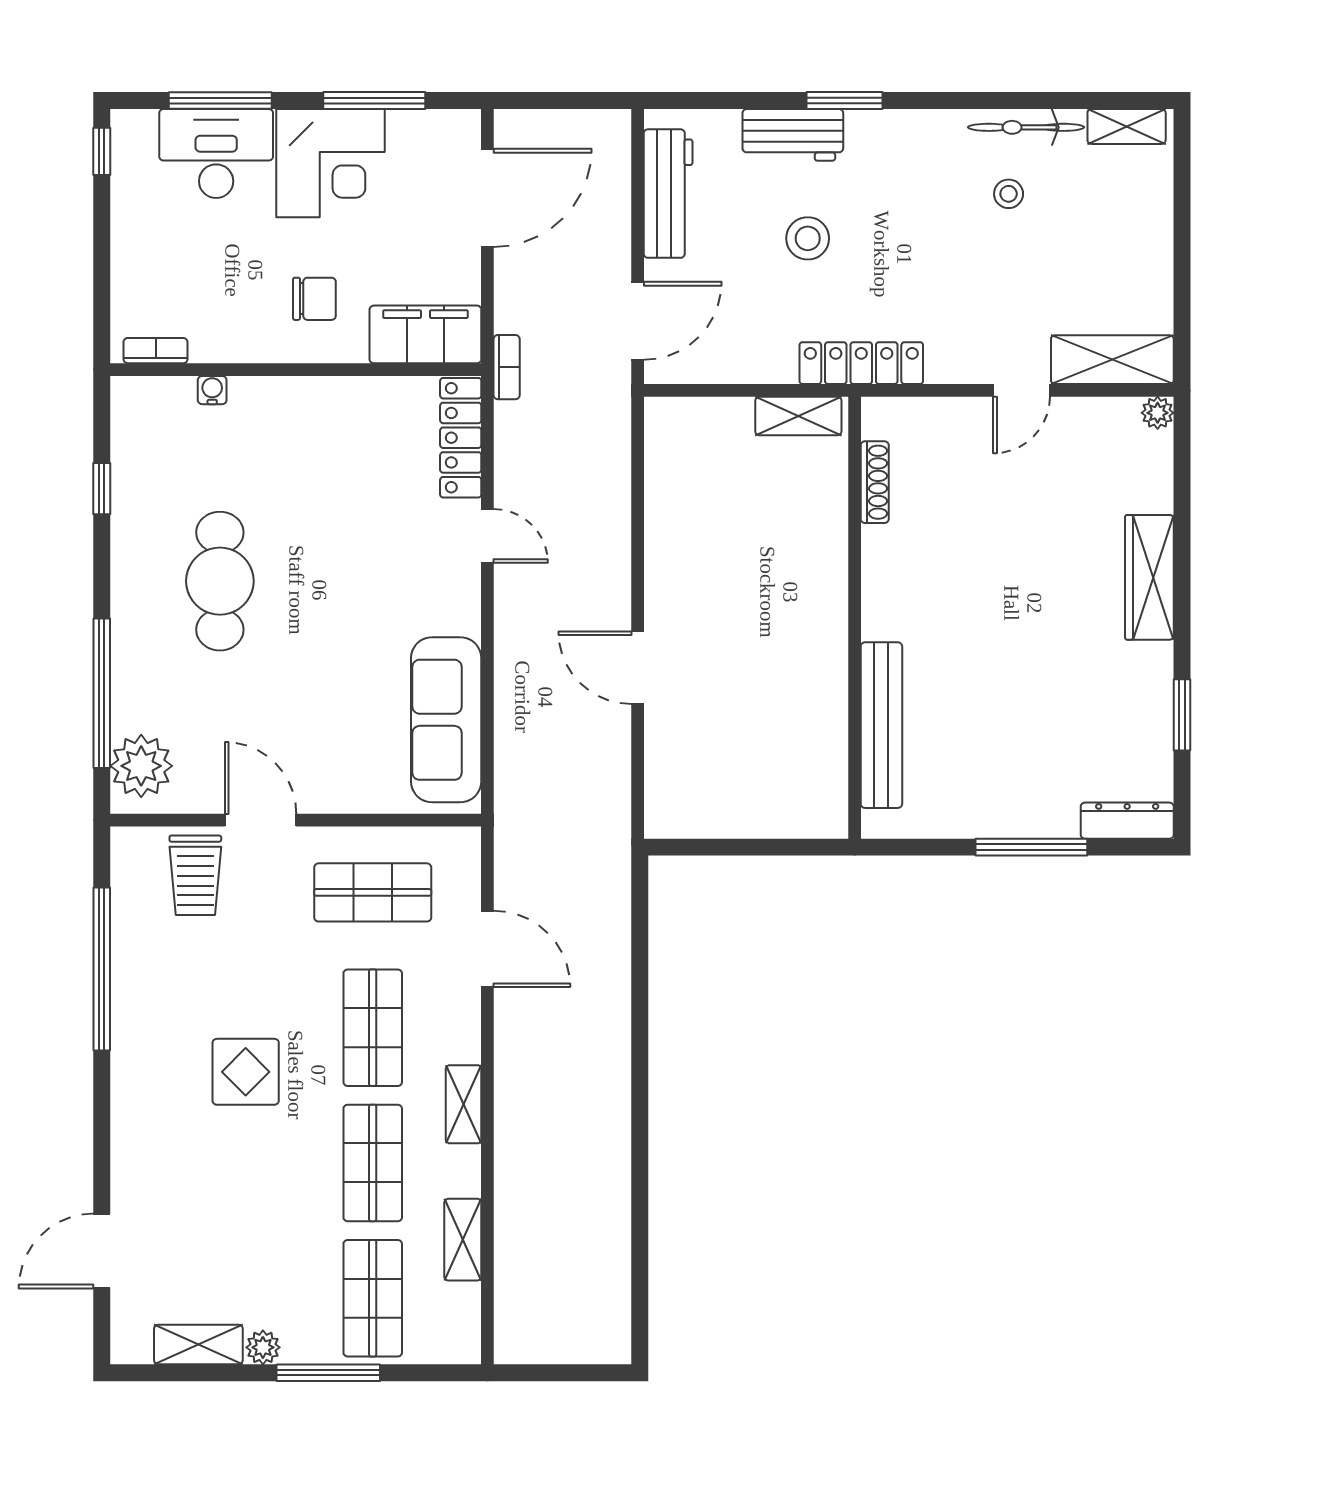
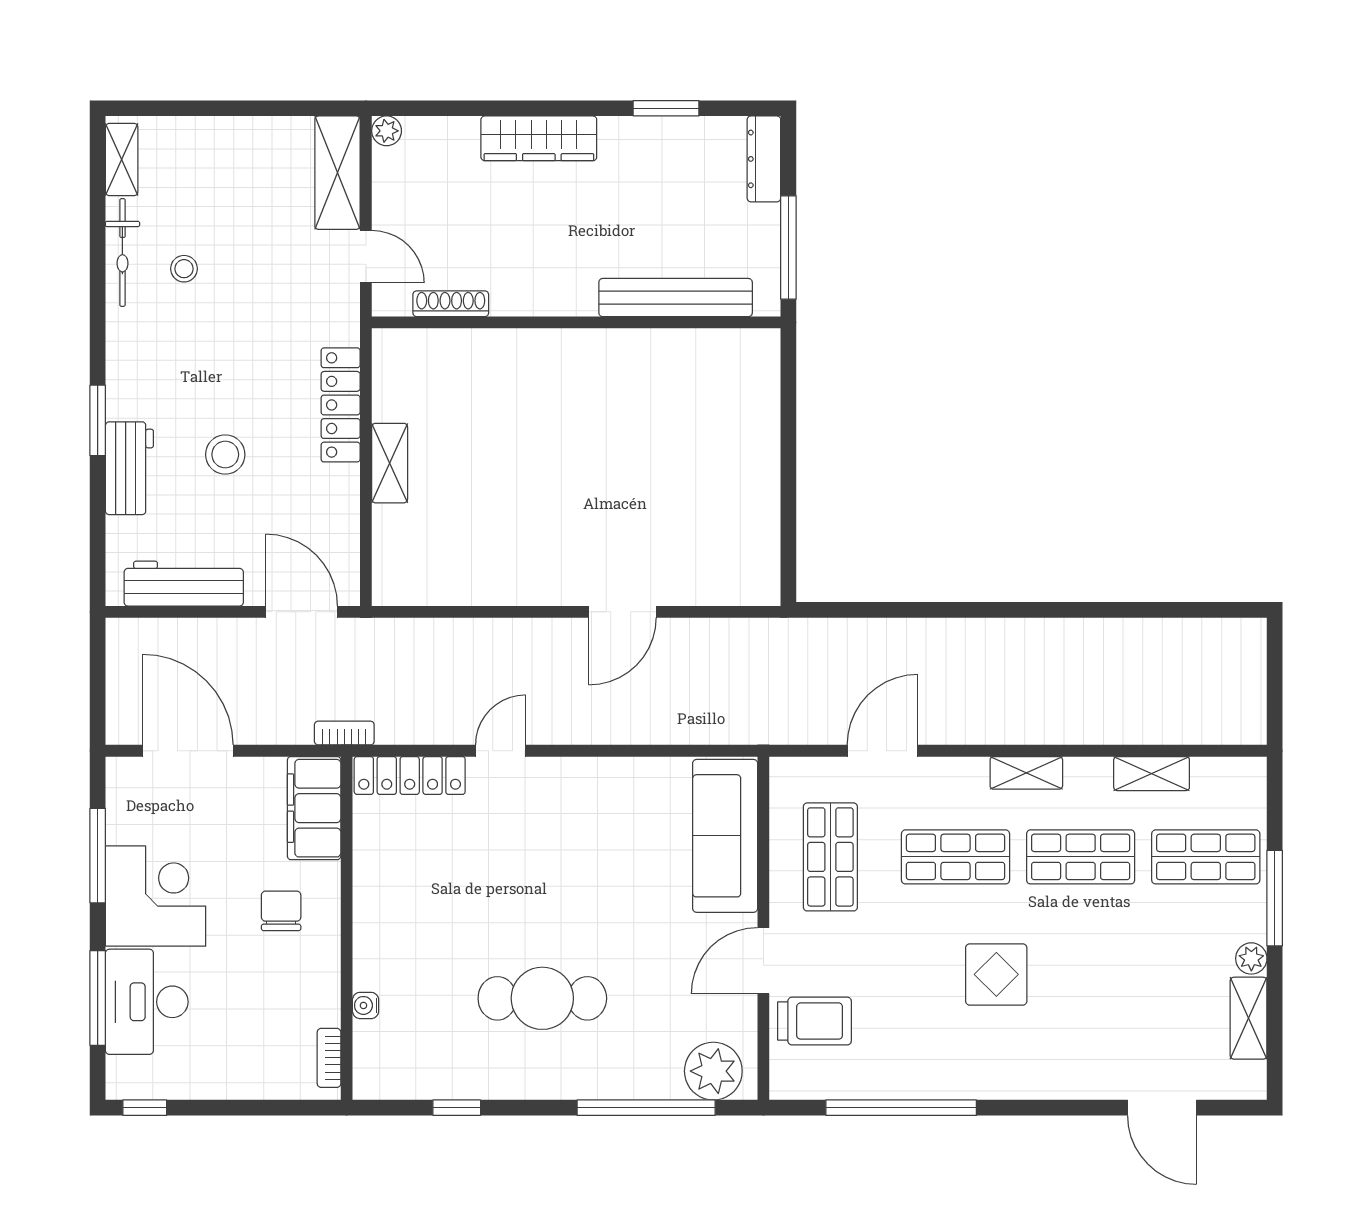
shoe rack: (875, 482) -> (451, 304), moved
wall: (855, 618) -> (576, 322), moved
sofa: (446, 720) -> (725, 836), moved, turned 90
bench: (881, 725) -> (676, 298), moved

